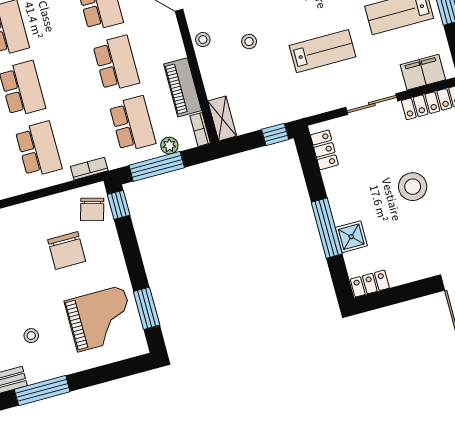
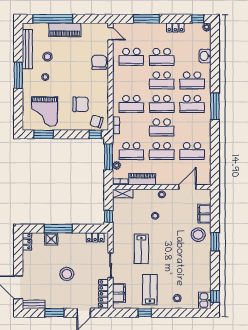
school desk: (69, 76) -> (162, 127), added
chair: (67, 251) -> (81, 104), turned 180

